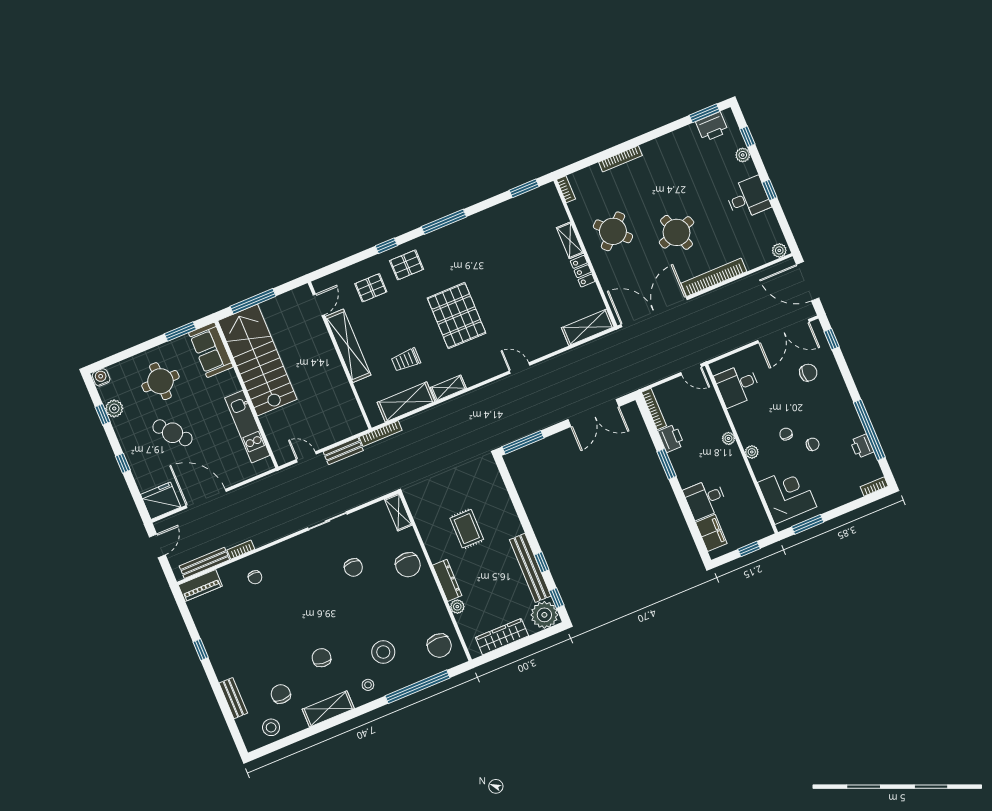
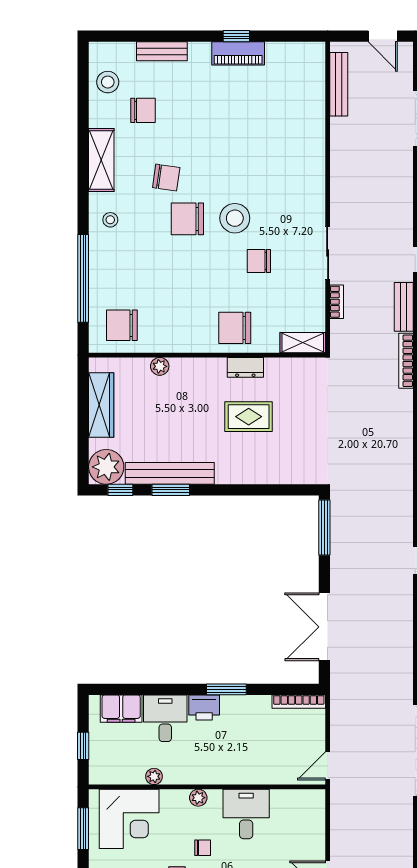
desk: (737, 385) -> (246, 814), moved
printer: (671, 438) -> (204, 707), moved
plant: (728, 438) -> (154, 776), moved
bookcase: (241, 550) -> (337, 302), moved
window: (542, 562) -> (171, 490), width x1.50
chair: (255, 577) -> (187, 219), moved, width x1.87, depth x1.87
dresser: (447, 580) -> (245, 367), moved, width x0.70
piano: (200, 586) -> (238, 53), moved, turned -90
stool: (383, 652) -> (235, 218), moved

